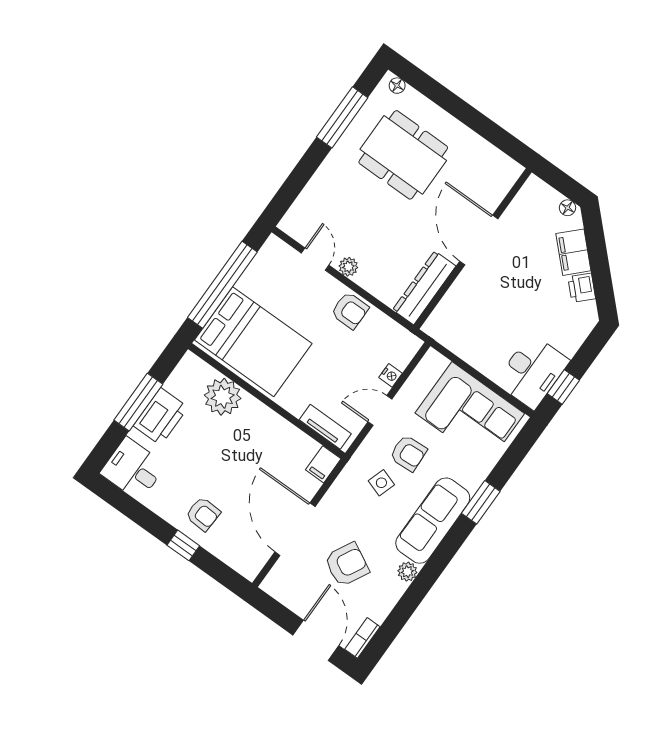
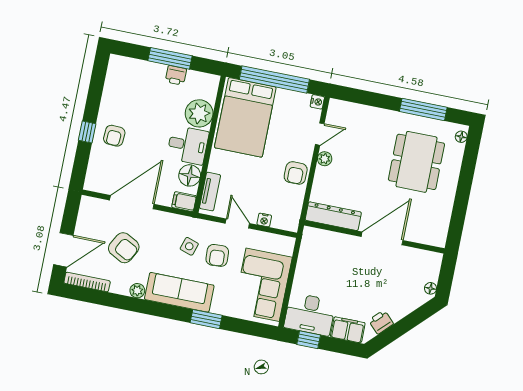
nightstand: (274, 244) -> (317, 102), added
filing cabinet: (573, 252) -> (348, 330), moved, turned 45
printer: (161, 417) -> (176, 75), width x0.53, depth x0.68
floor lamp: (294, 443) -> (190, 175), added
desk: (133, 469) -> (188, 145), moved, turned 90
bookcase: (362, 638) -> (87, 282), width x1.56

